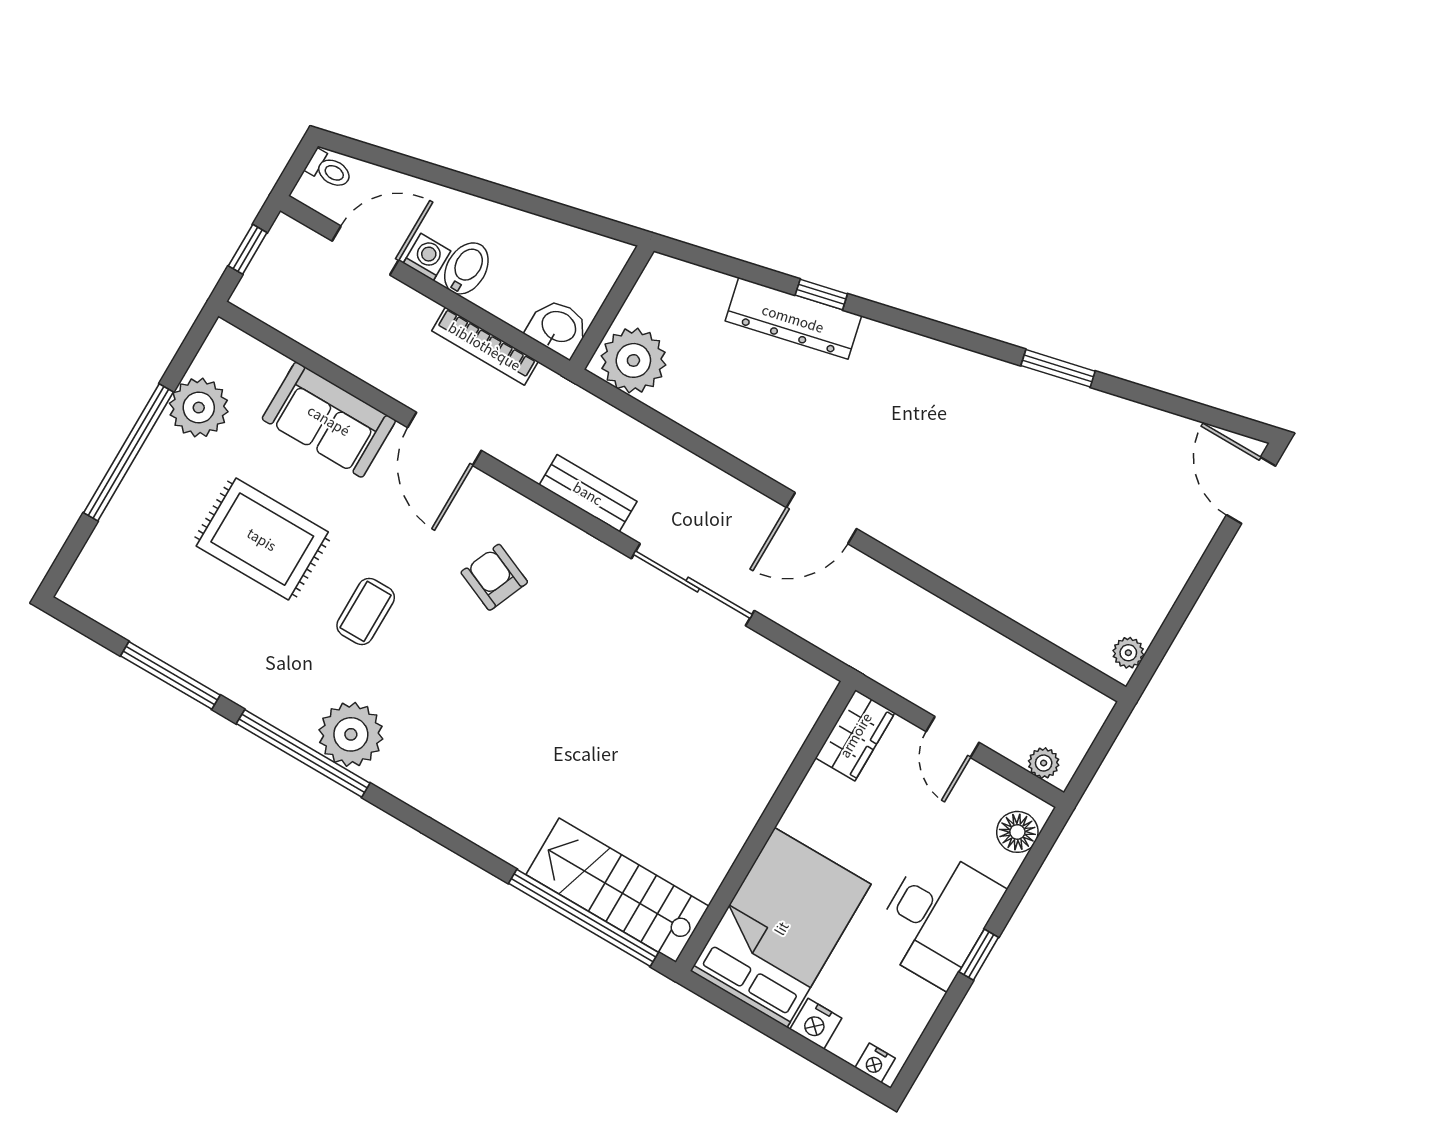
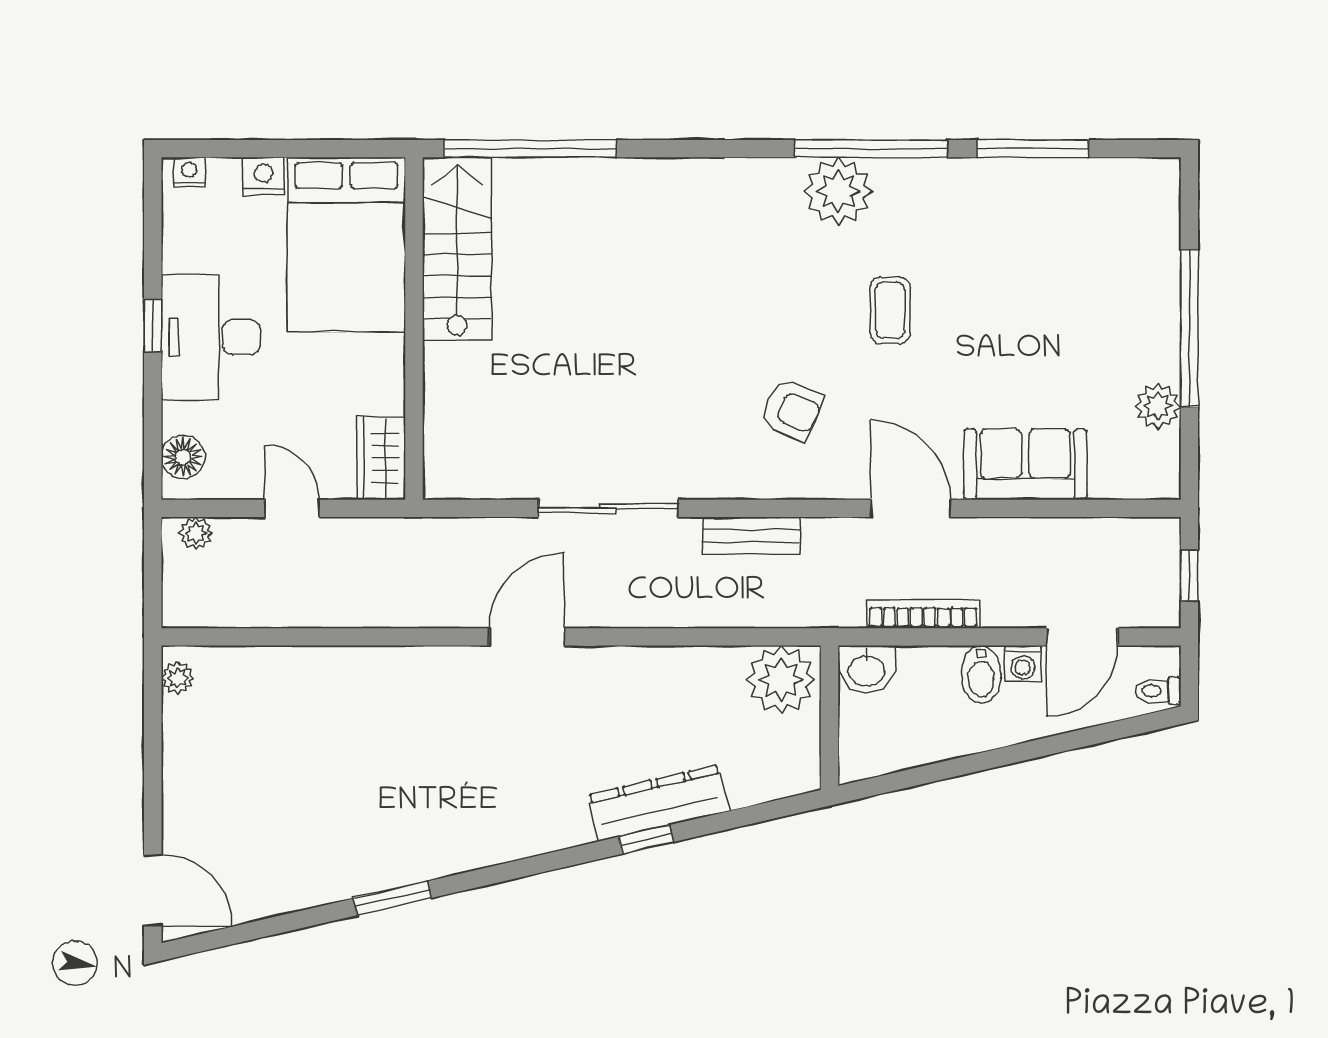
plant: (199, 408) -> (1158, 406), width x0.73, depth x0.73
rug: (262, 539) -> (1022, 321), removed
stairs: (618, 890) -> (457, 249), moved, turned -90

